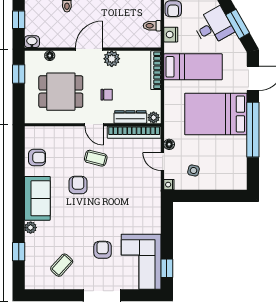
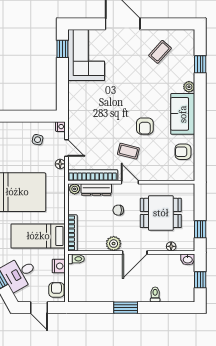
toilet: (152, 26) -> (76, 259), moved
armchair: (103, 250) -> (122, 66), removed

